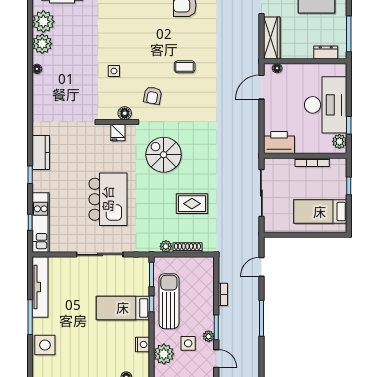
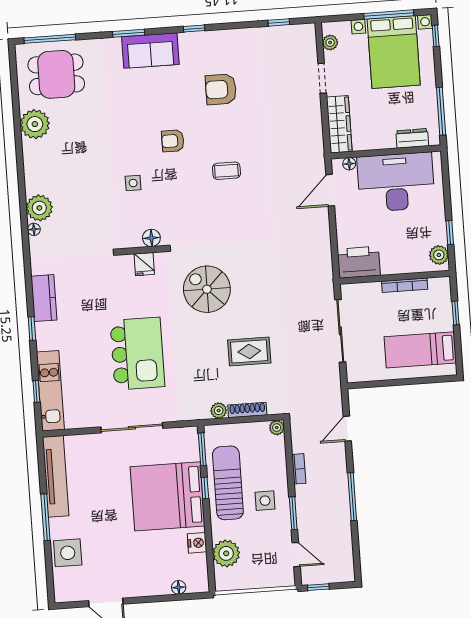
plant: (42, 44) -> (39, 208), moved
floor lamp: (37, 69) -> (34, 229), moved
armchair: (153, 96) -> (173, 141), moved, turned 80
desk: (326, 105) -> (396, 182), moved, turned -90
bed: (123, 308) -> (168, 496), width x2.04
plant: (209, 336) -> (277, 428), moved
side table: (188, 343) -> (265, 501), moved

